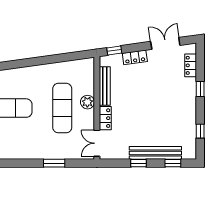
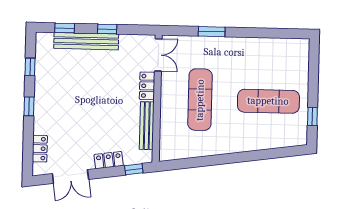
window: (200, 89) -> (29, 106), moved
plant: (87, 102) -> (169, 106), removed

